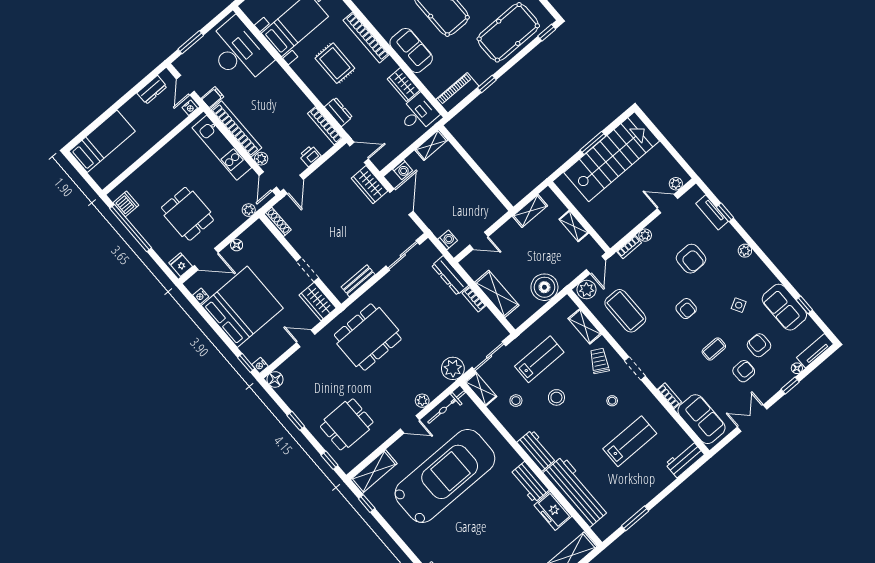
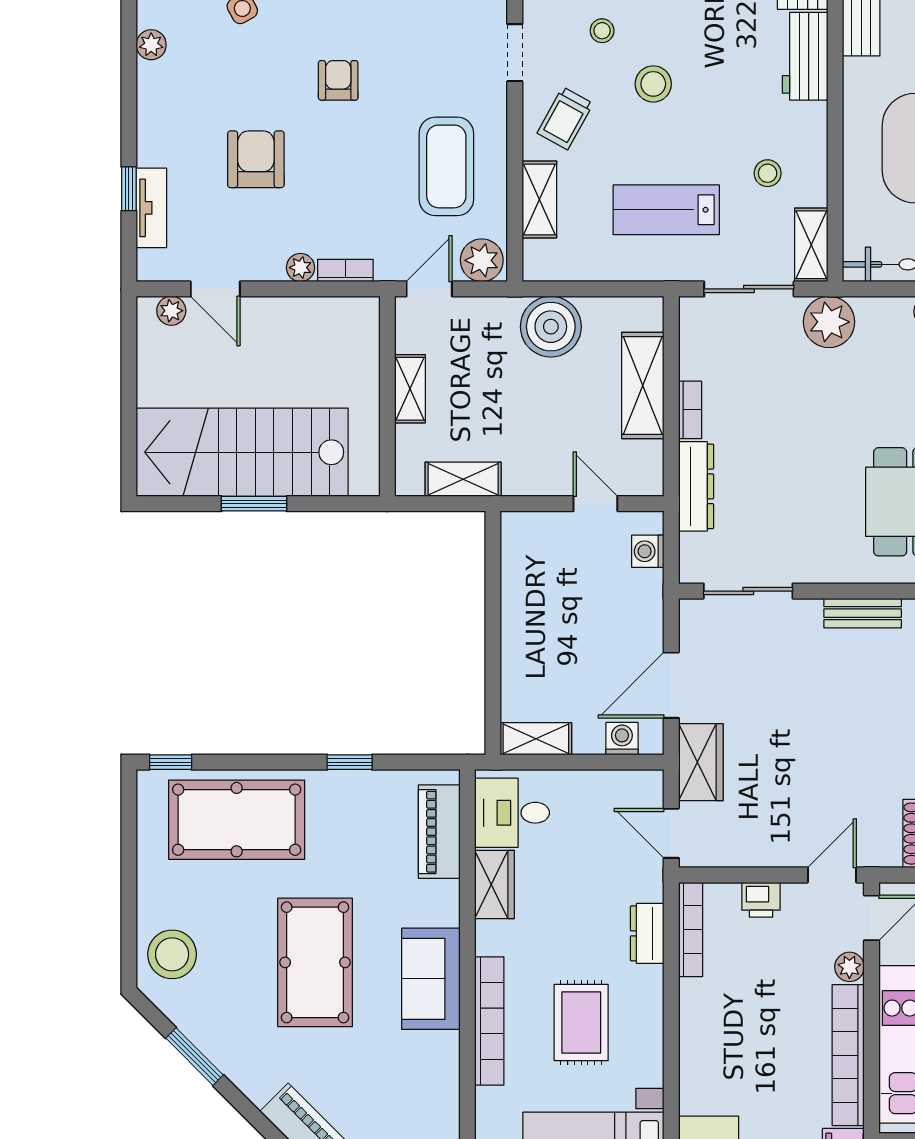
sofa: (411, 50) -> (431, 979), moved
piano: (458, 93) -> (439, 832), moved, turned 90
plant: (745, 251) -> (151, 45), moved
stool: (556, 397) -> (653, 84), moved

